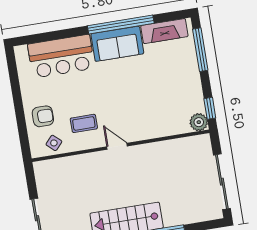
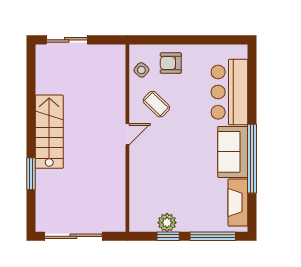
window: (210, 108) -> (168, 236), moved
armchair: (43, 116) -> (171, 63), turned 90
plant: (199, 122) -> (167, 223), moved
coffee table: (84, 123) -> (156, 104), turned -46

